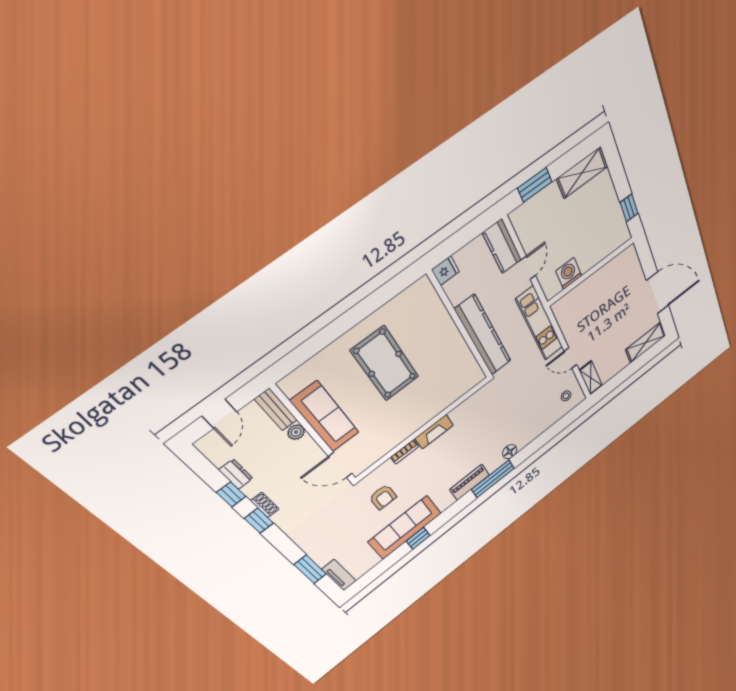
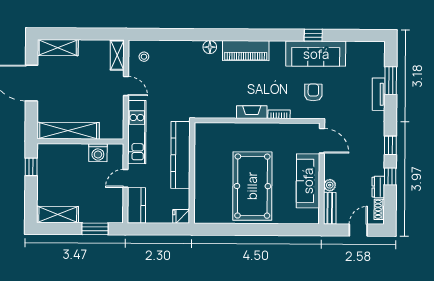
shelving: (607, 274) -> (68, 131), added
pool table: (385, 364) -> (252, 186), width x1.36, depth x1.32
window: (493, 479) -> (234, 35), removed
piano: (470, 482) -> (246, 51), width x1.37, depth x1.33
shoe rack: (265, 505) -> (379, 209), moved
tv unit: (339, 575) -> (379, 94), moved

